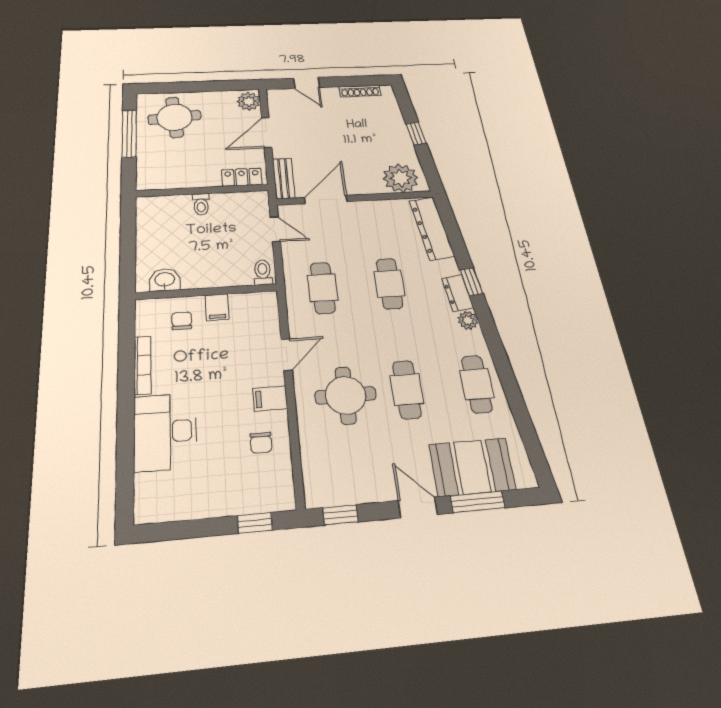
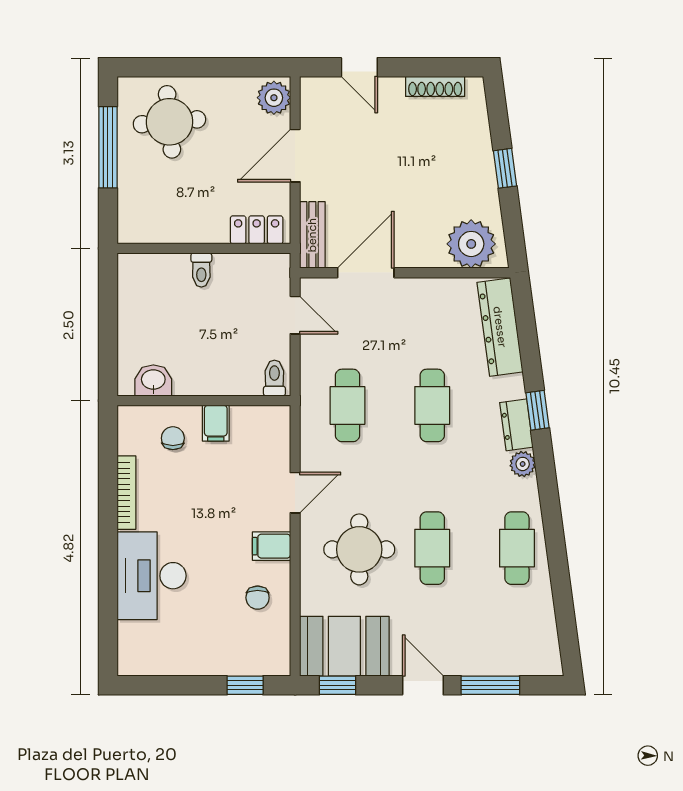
booth: (472, 467) -> (344, 646), moved

